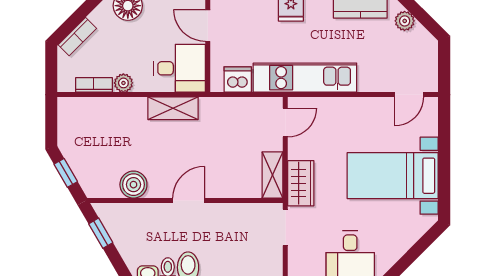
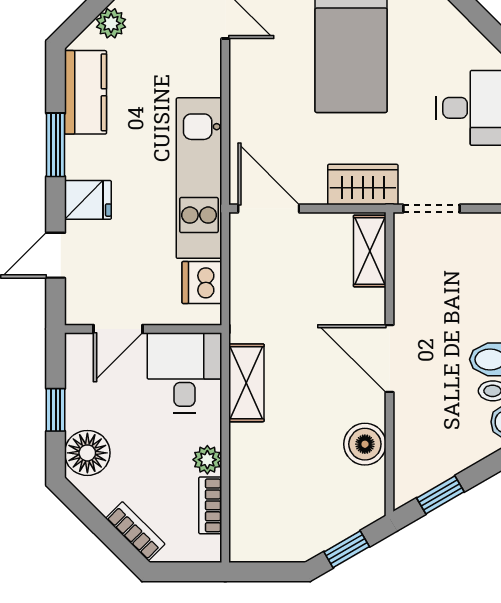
door: (285, 123) -> (269, 209), width x1.38
shelving: (273, 175) -> (370, 251), moved, turned 90
door: (189, 200) -> (390, 358), width x1.38

